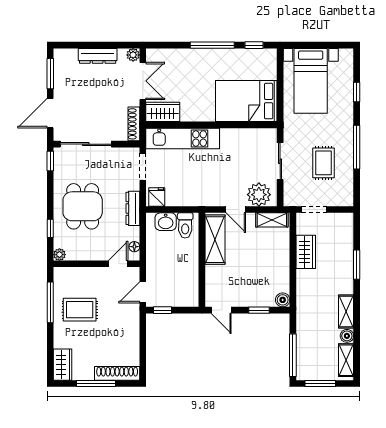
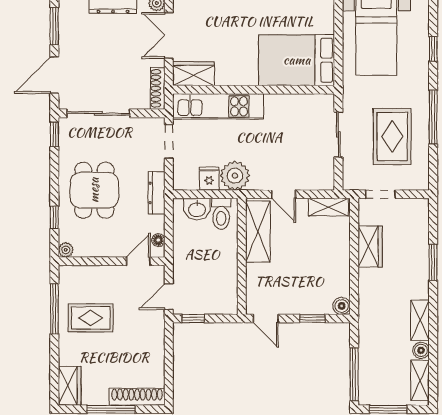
double door: (143, 81) -> (169, 35), swing flipped
rug: (324, 163) -> (392, 136), width x1.36, depth x1.43
plant: (259, 195) -> (235, 176), moved
fridge: (157, 197) -> (209, 179), moved

